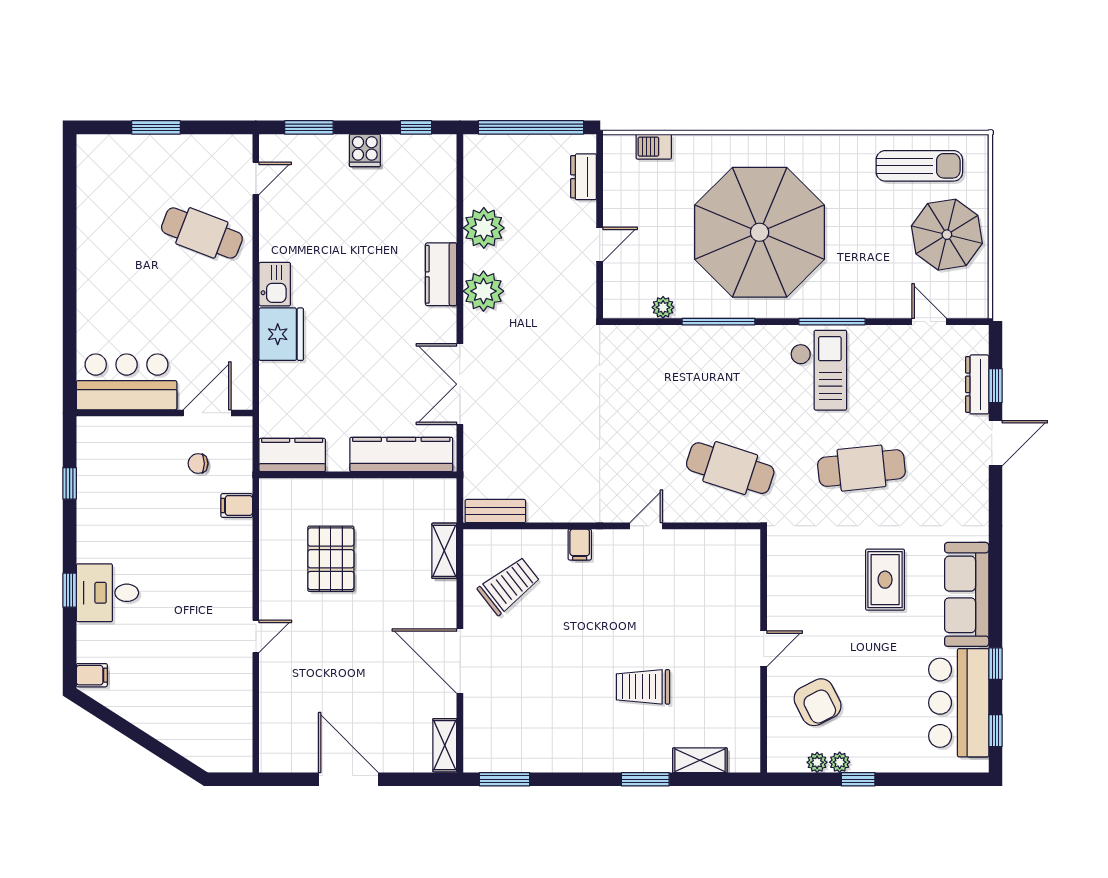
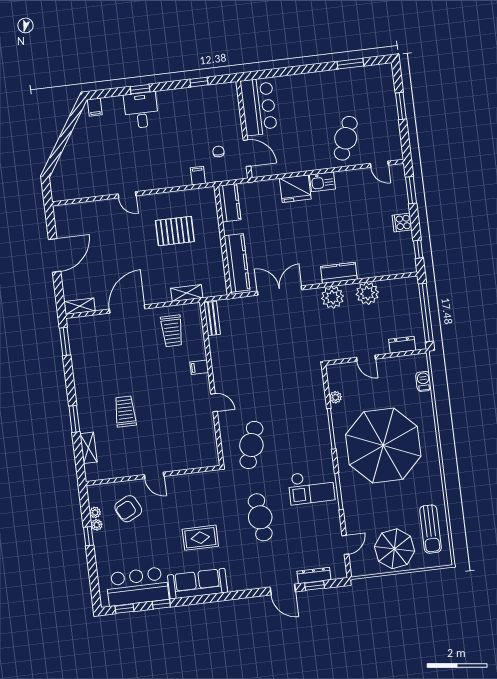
window: (70, 208) -> (350, 64), added
trolley: (509, 586) -> (172, 331), turned 38

